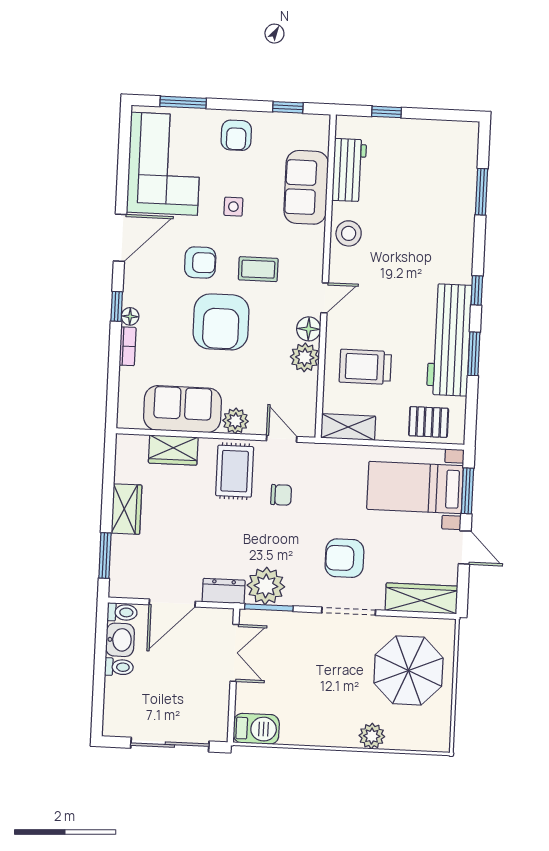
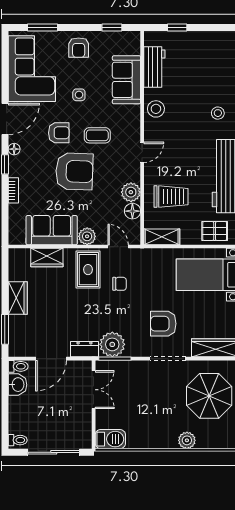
stool: (442, 244) -> (218, 113), added
floor lamp: (130, 316) -> (14, 149), moved
armchair: (221, 322) -> (74, 171), turned -88
floor lamp: (309, 329) -> (132, 211), moved
trolley: (365, 367) -> (171, 197), turned 180
toilet: (119, 667) -> (18, 440), moved

